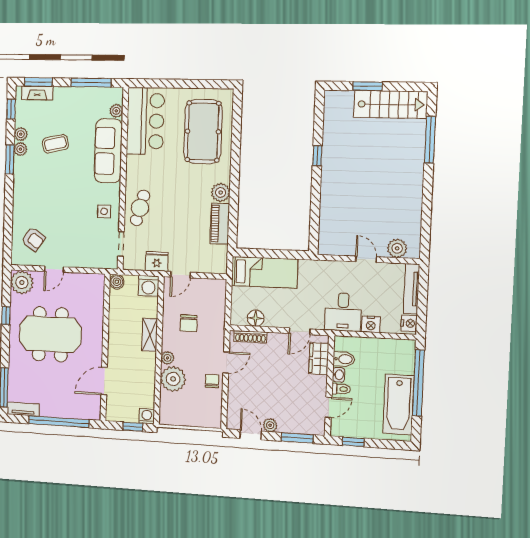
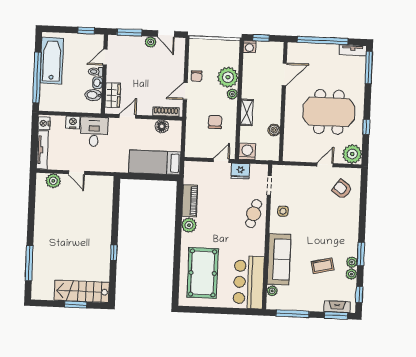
stairs: (391, 104) -> (82, 291), moved
boiler: (117, 282) -> (274, 130), moved

